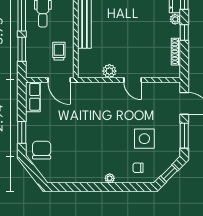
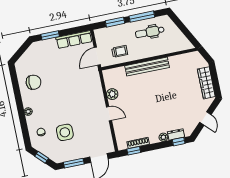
window: (184, 32) -> (134, 151), moved
door: (133, 80) -> (109, 114), swing flipped
row of seats: (33, 97) -> (74, 40), width x1.48
chair: (42, 150) -> (34, 82), moved

